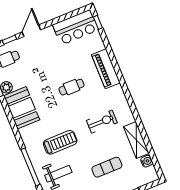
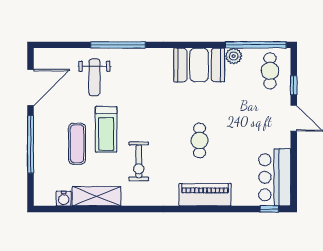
treadmill: (60, 142) -> (106, 129), moved

